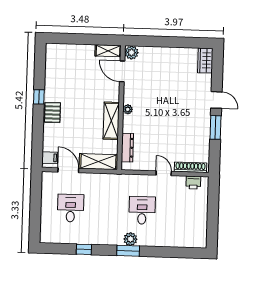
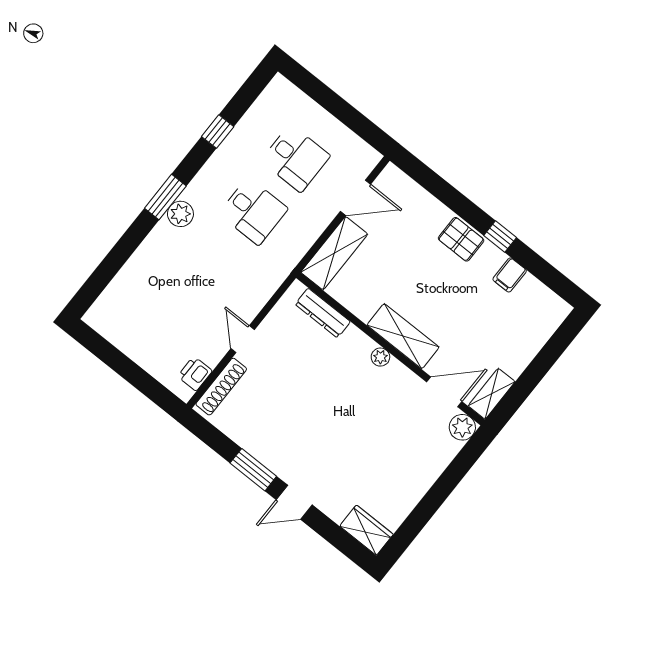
shelving: (111, 121) -> (403, 336), moved
filing cabinet: (50, 158) -> (510, 275), moved
door: (164, 173) -> (243, 339), swing flipped
desk: (142, 210) -> (253, 211), moved

